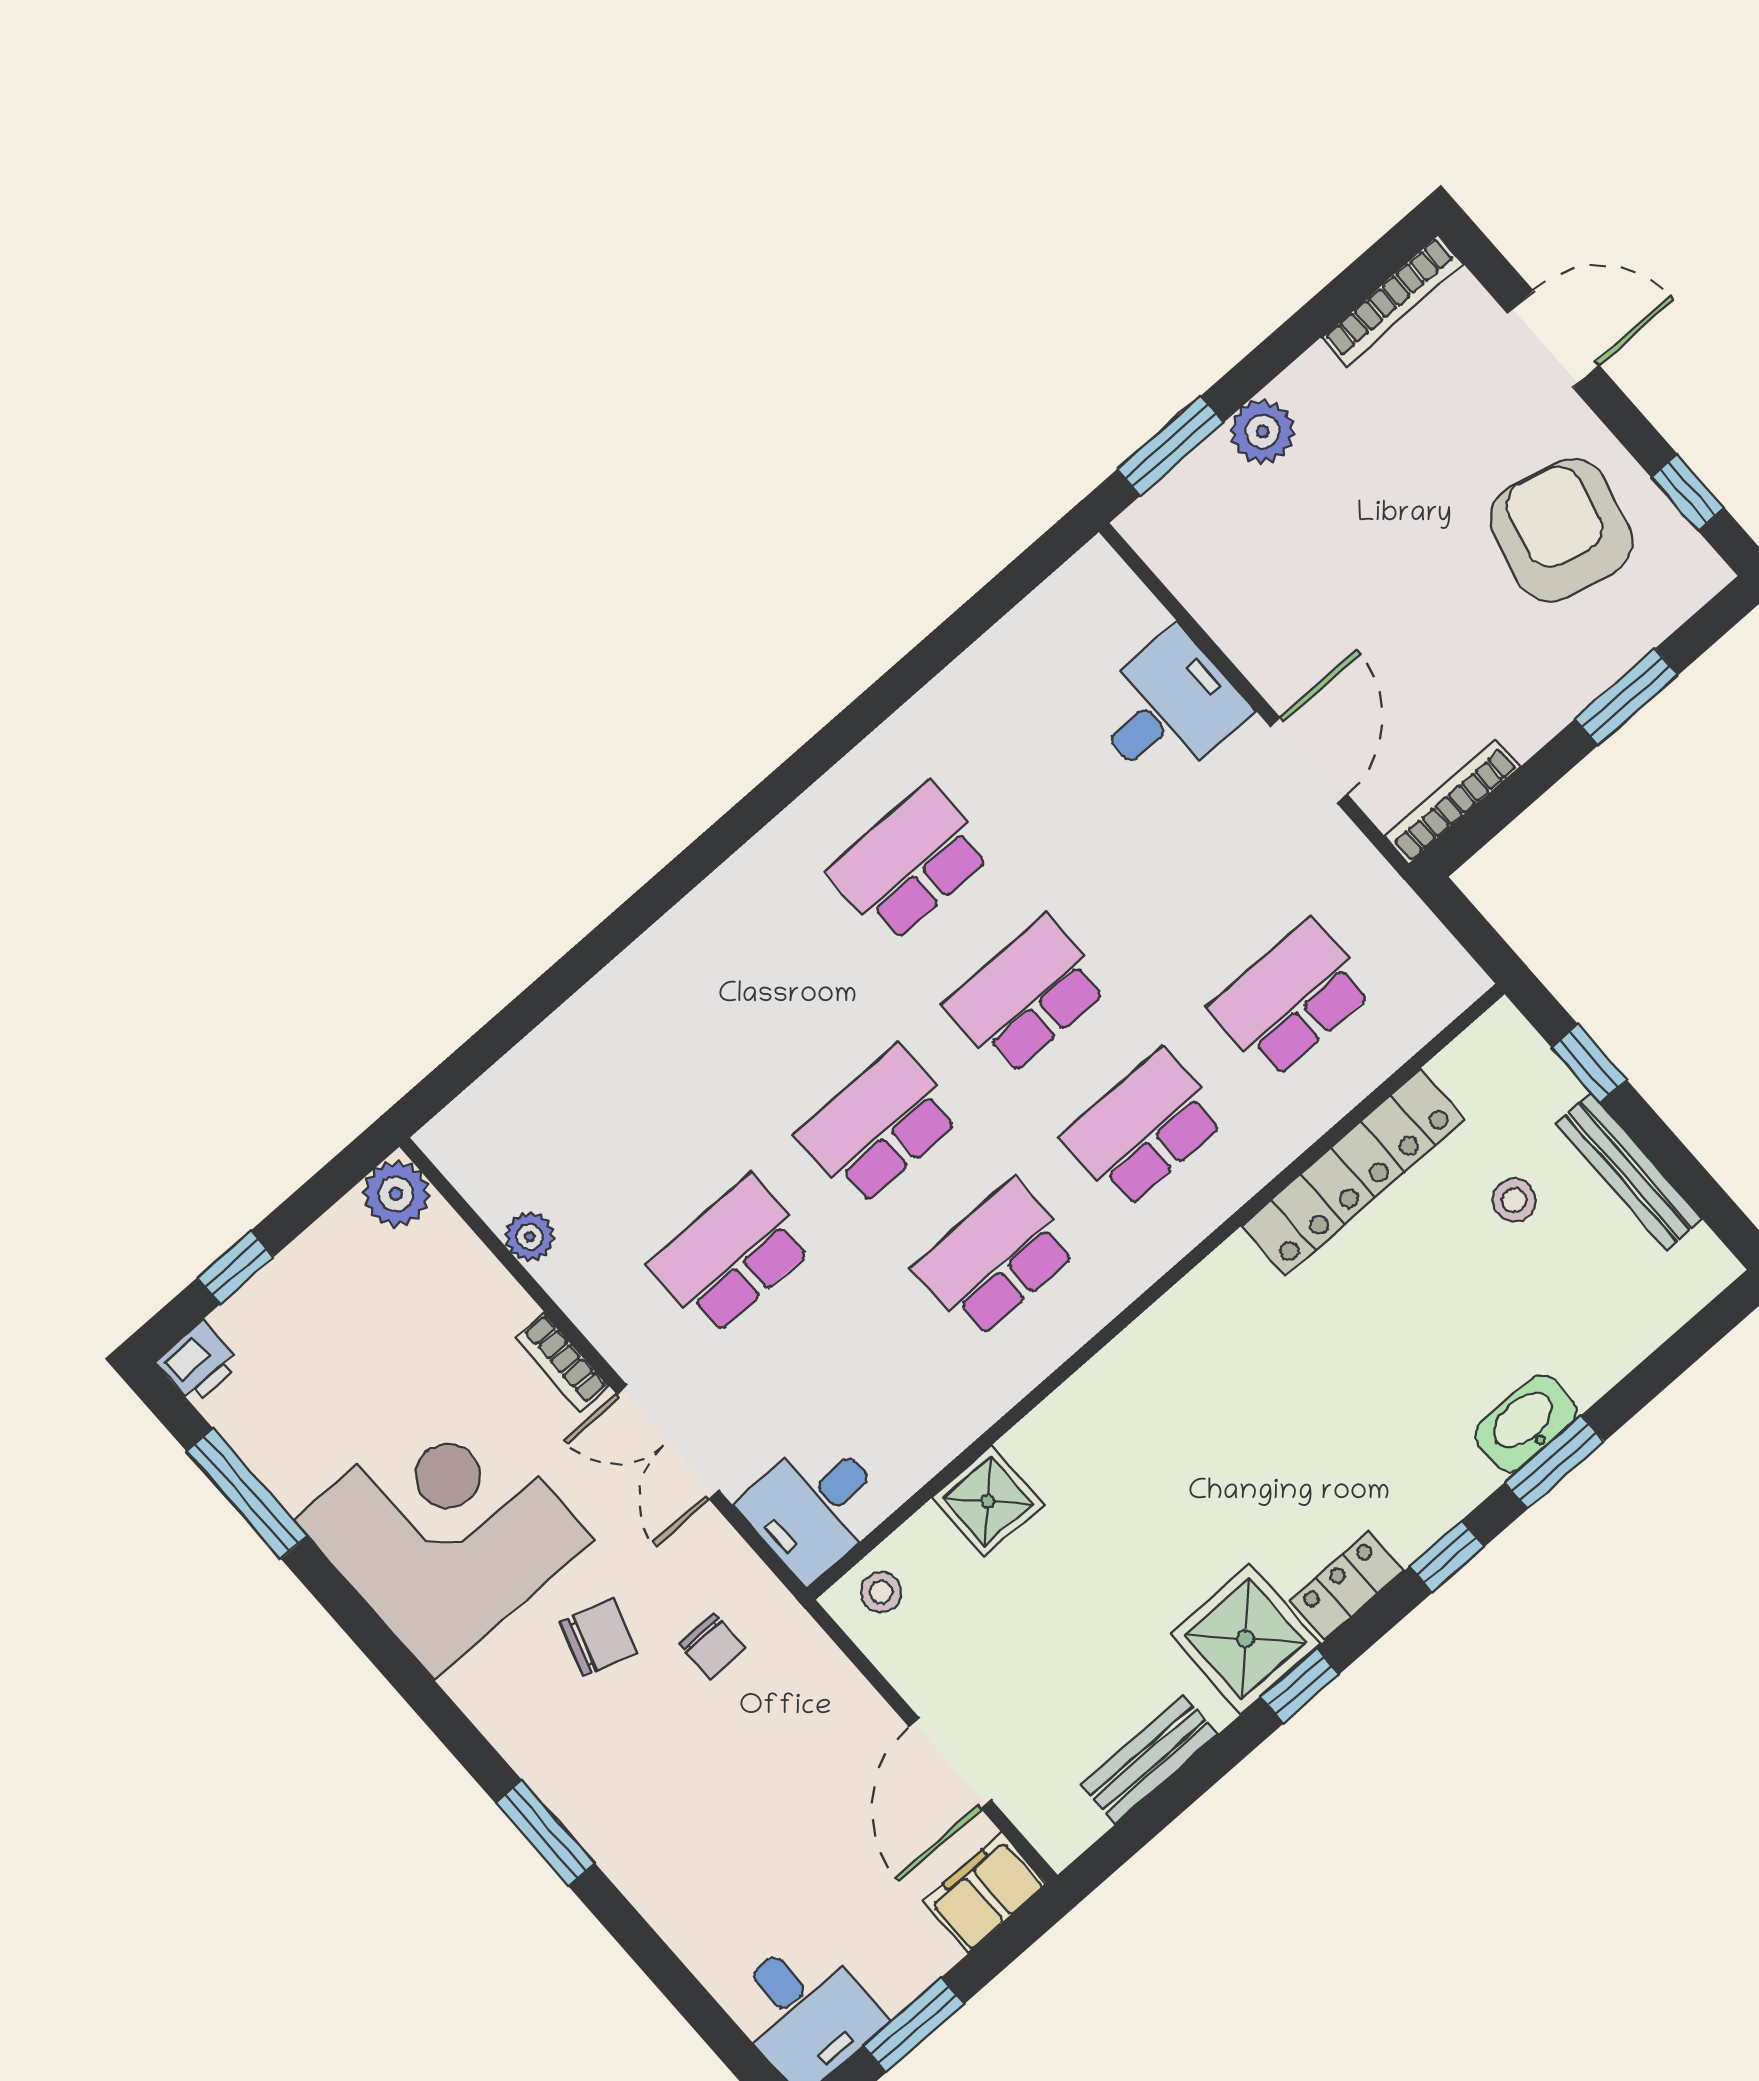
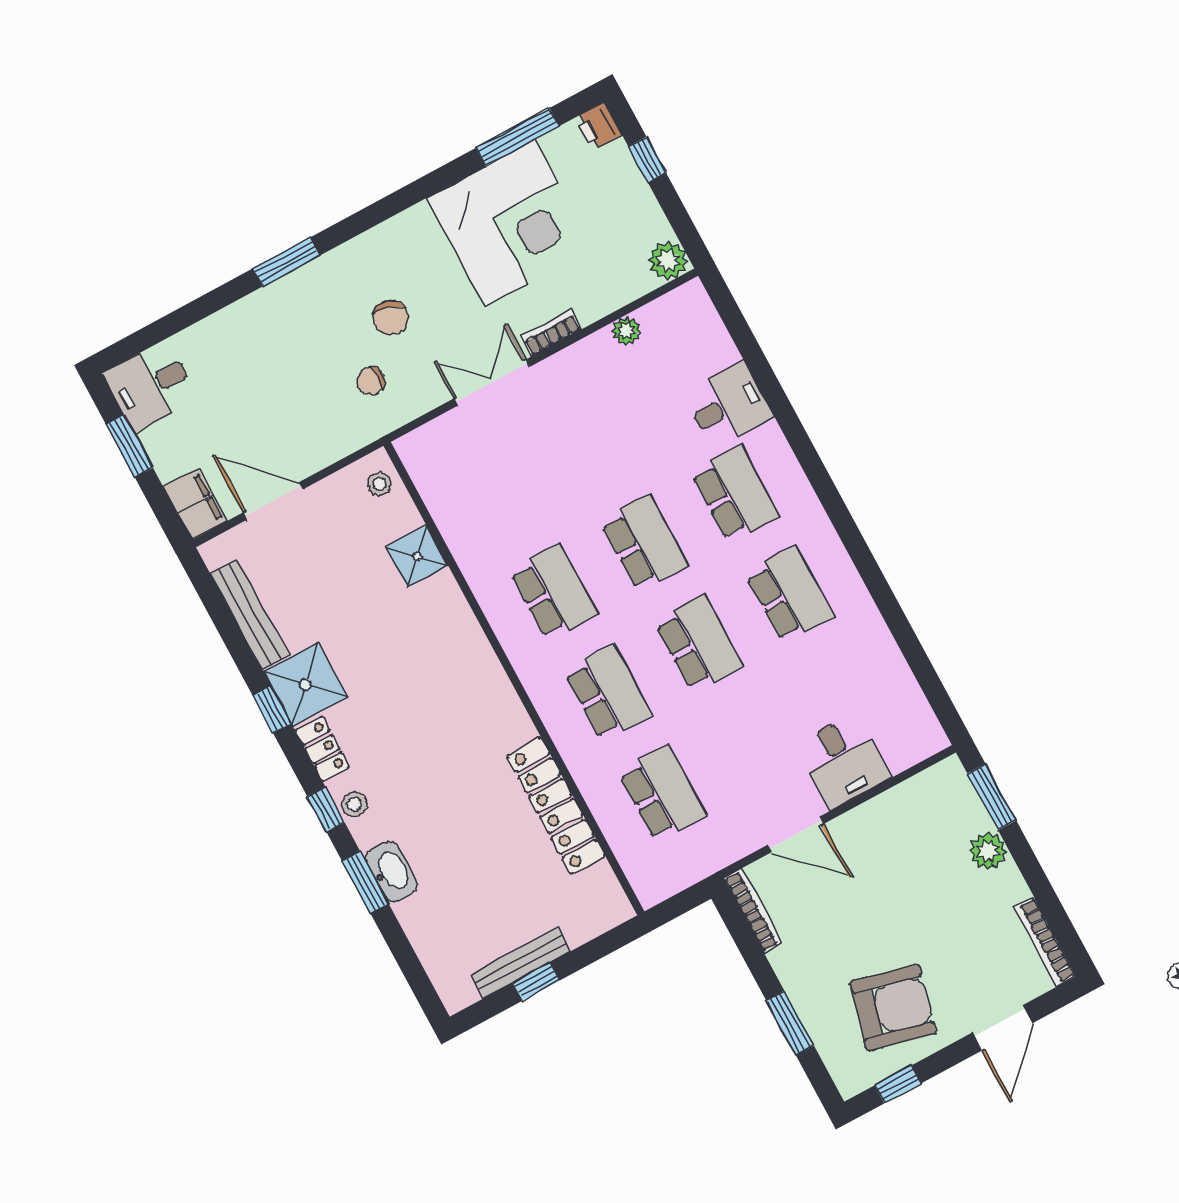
window: (1589, 1064) -> (536, 982), moved
stool: (1514, 1200) -> (354, 804), moved
school desk: (731, 1255) -> (735, 494), moved
desk: (815, 1507) -> (728, 405), moved, turned 90
corner desk: (444, 1530) -> (510, 223), moved
bench: (1150, 1760) -> (249, 614), width x1.36

